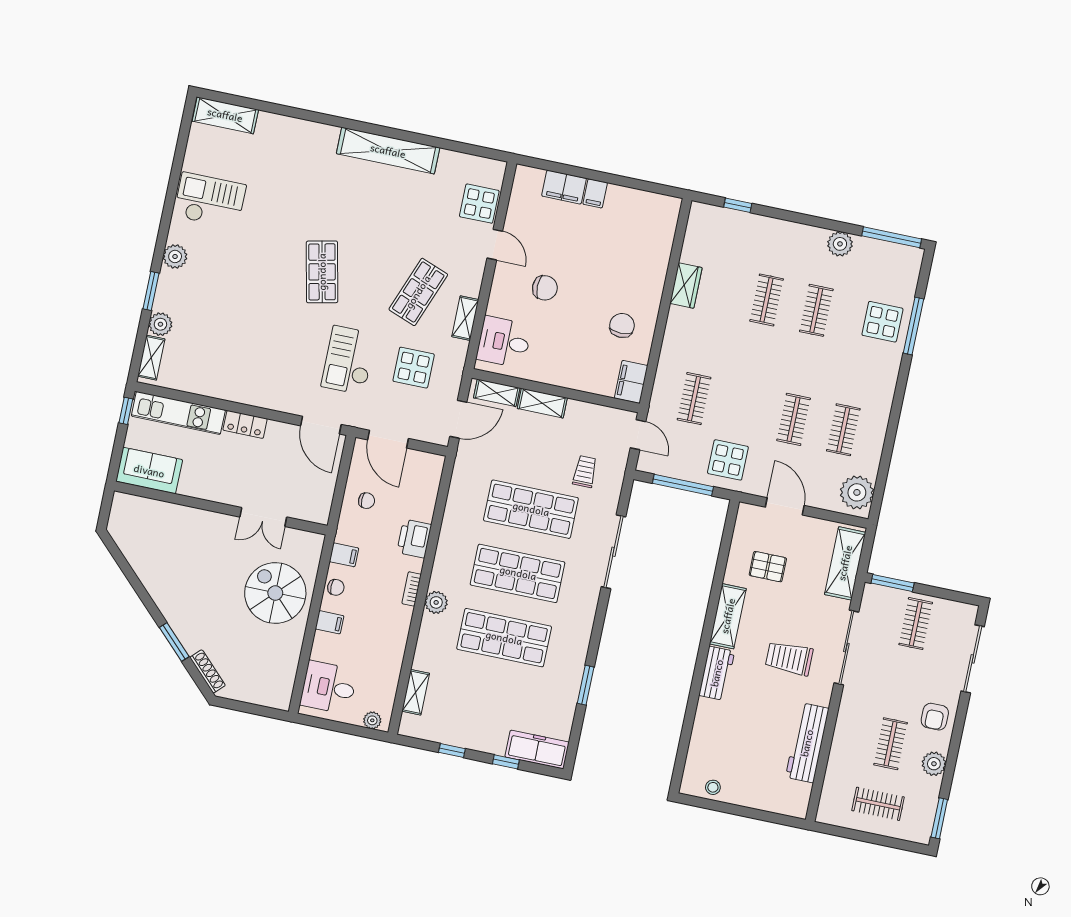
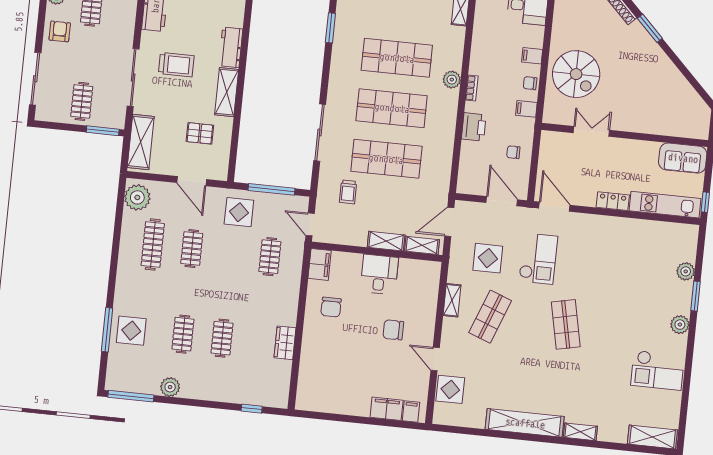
filing cabinet: (595, 193) -> (411, 411), moved
desk: (504, 342) -> (379, 274), moved, turned -90
shelving: (151, 358) -> (580, 432), moved, turned 90
clothes rail: (843, 430) -> (153, 245), width x1.36

